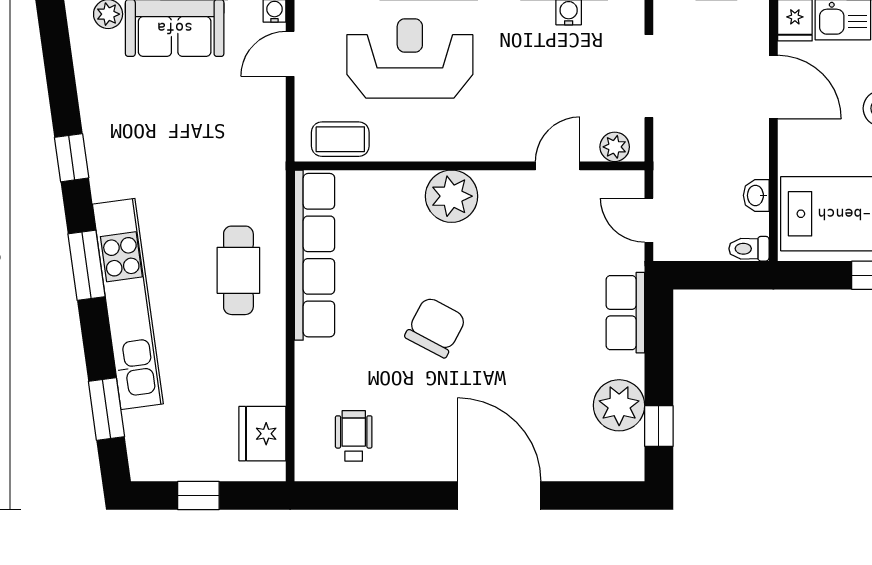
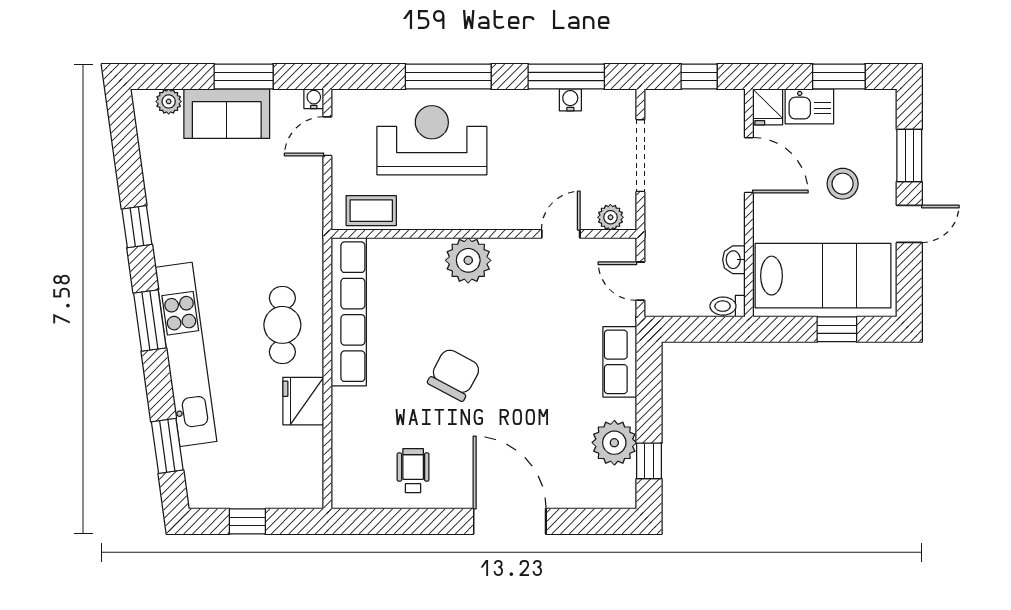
fridge: (262, 434) -> (303, 401), moved
wheelchair: (354, 436) -> (413, 471), moved

